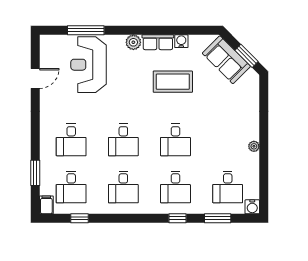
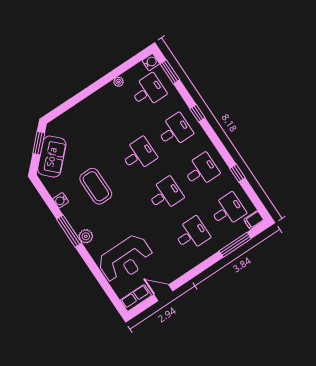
window: (86, 30) -> (69, 231), moved
row of seats: (158, 42) -> (136, 298), moved, turned -90
plant: (254, 146) -> (119, 82), moved
window: (35, 173) -> (235, 245), width x1.44
window: (80, 218) -> (237, 173), moved
window: (218, 218) -> (170, 72), moved

